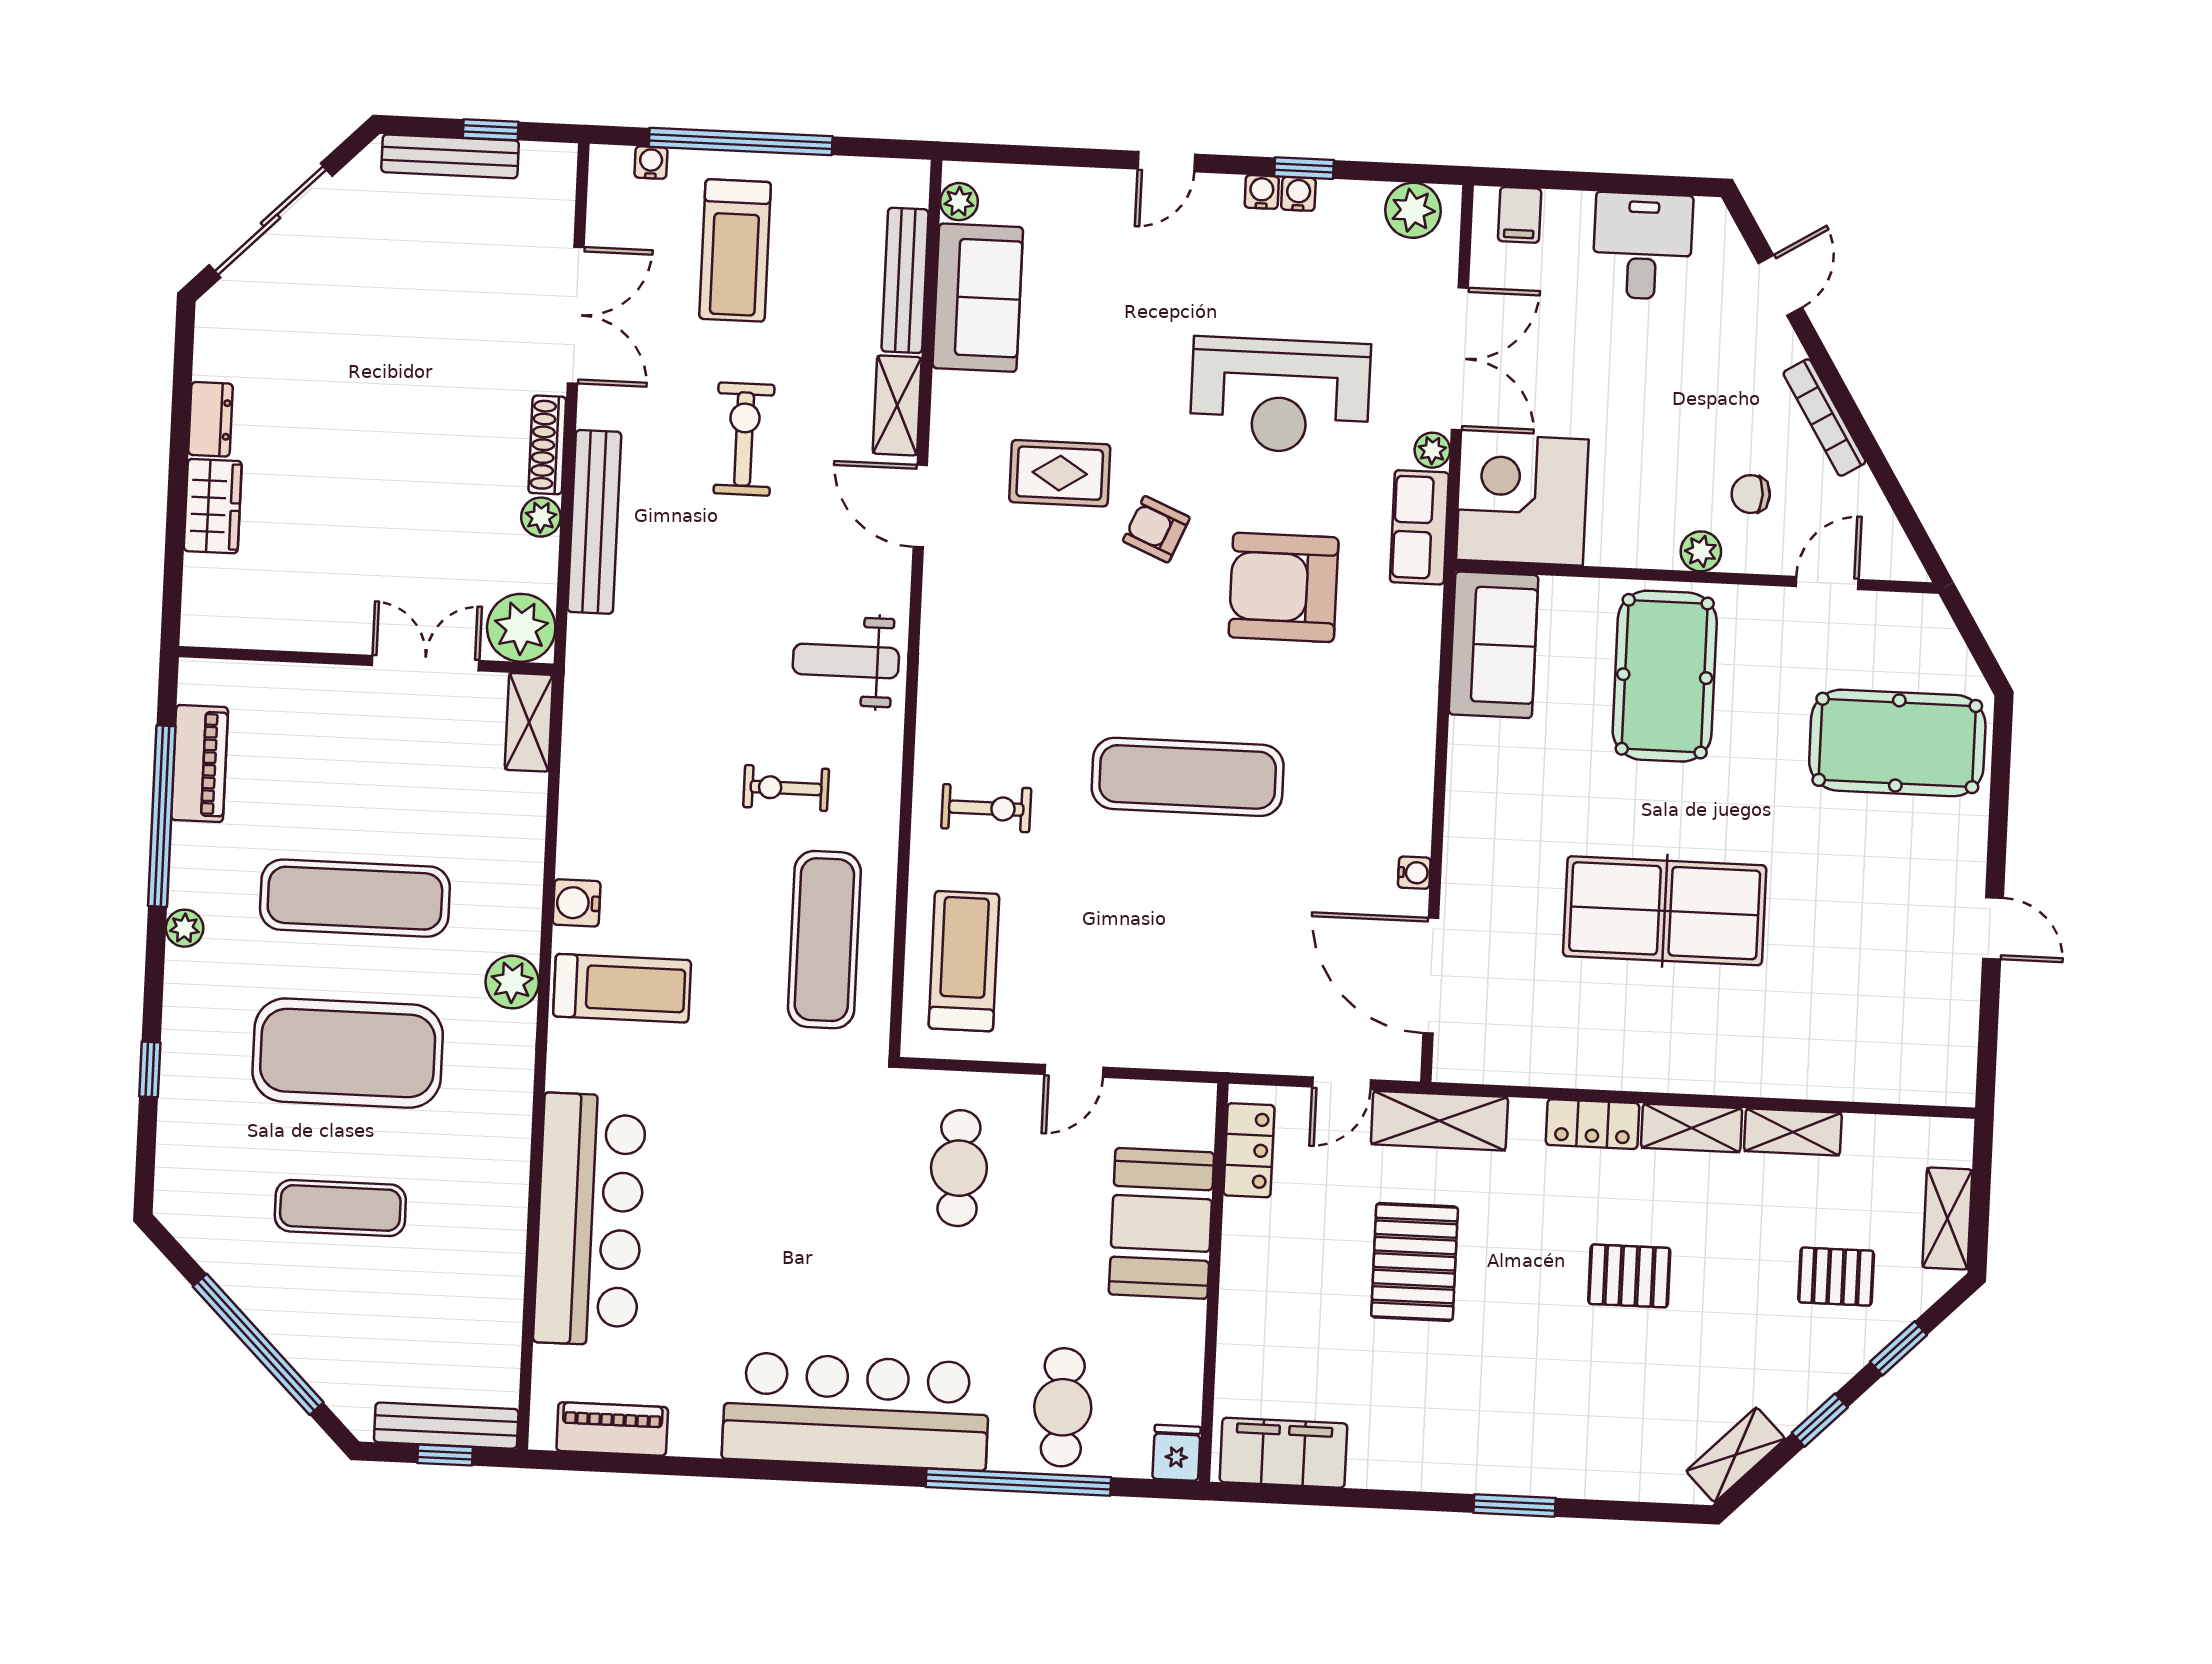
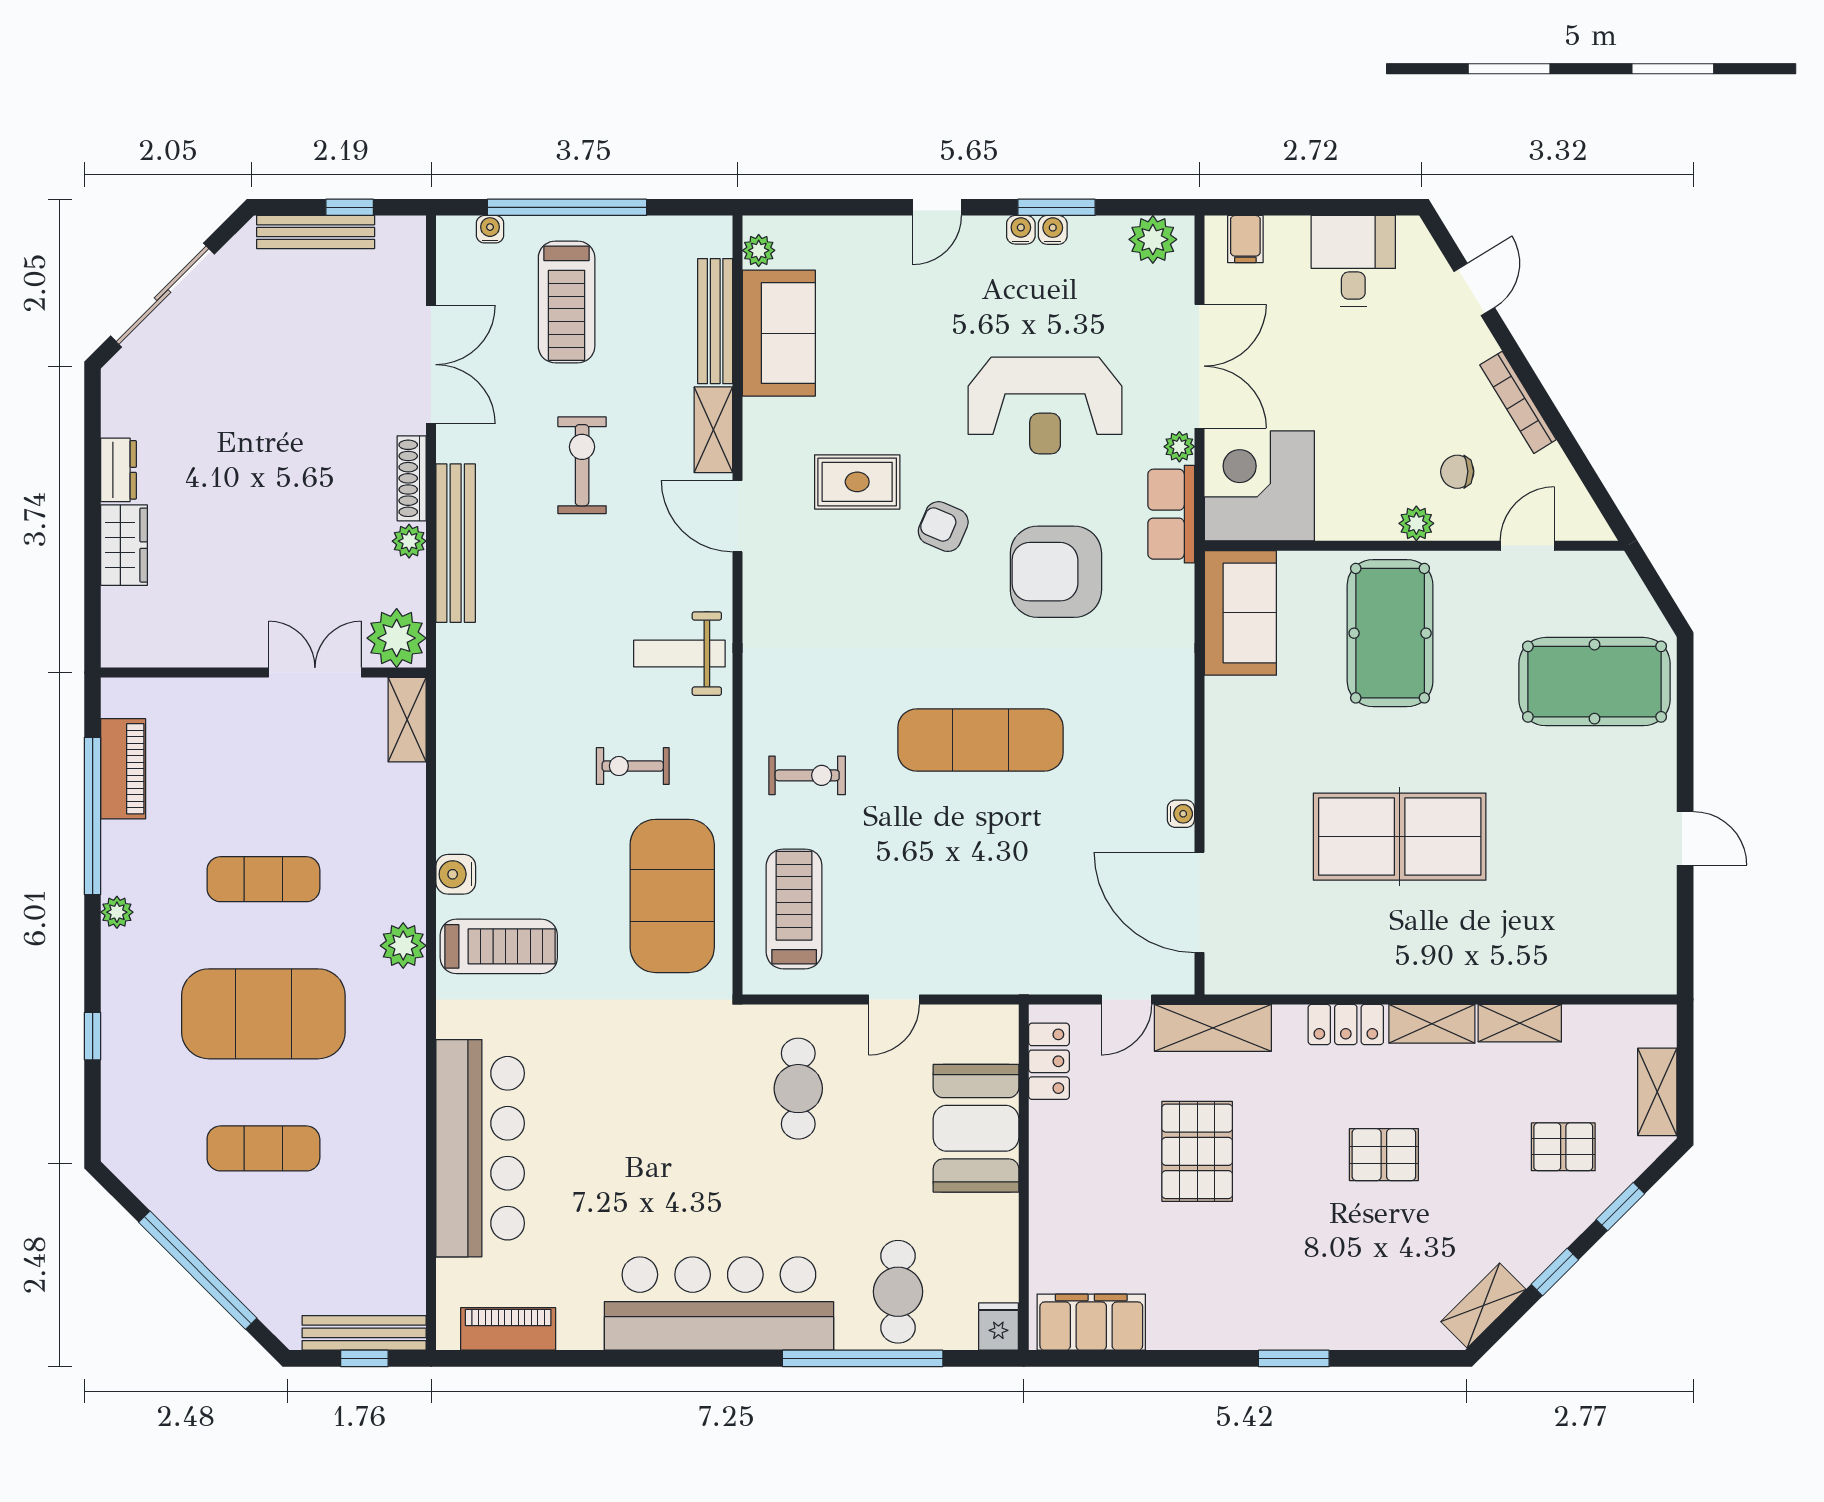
window: (1304, 168) -> (1057, 207), width x1.50
exercise mat: (355, 898) -> (263, 879), width x0.73, depth x0.69
exercise mat: (824, 940) -> (672, 896), width x1.47

